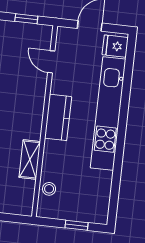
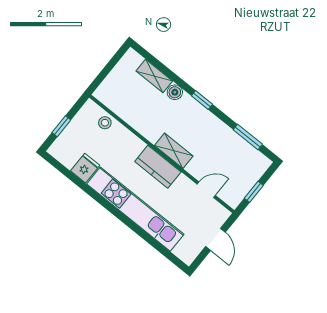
fridge: (115, 46) -> (85, 168), moved
shelving: (30, 159) -> (174, 151), moved

